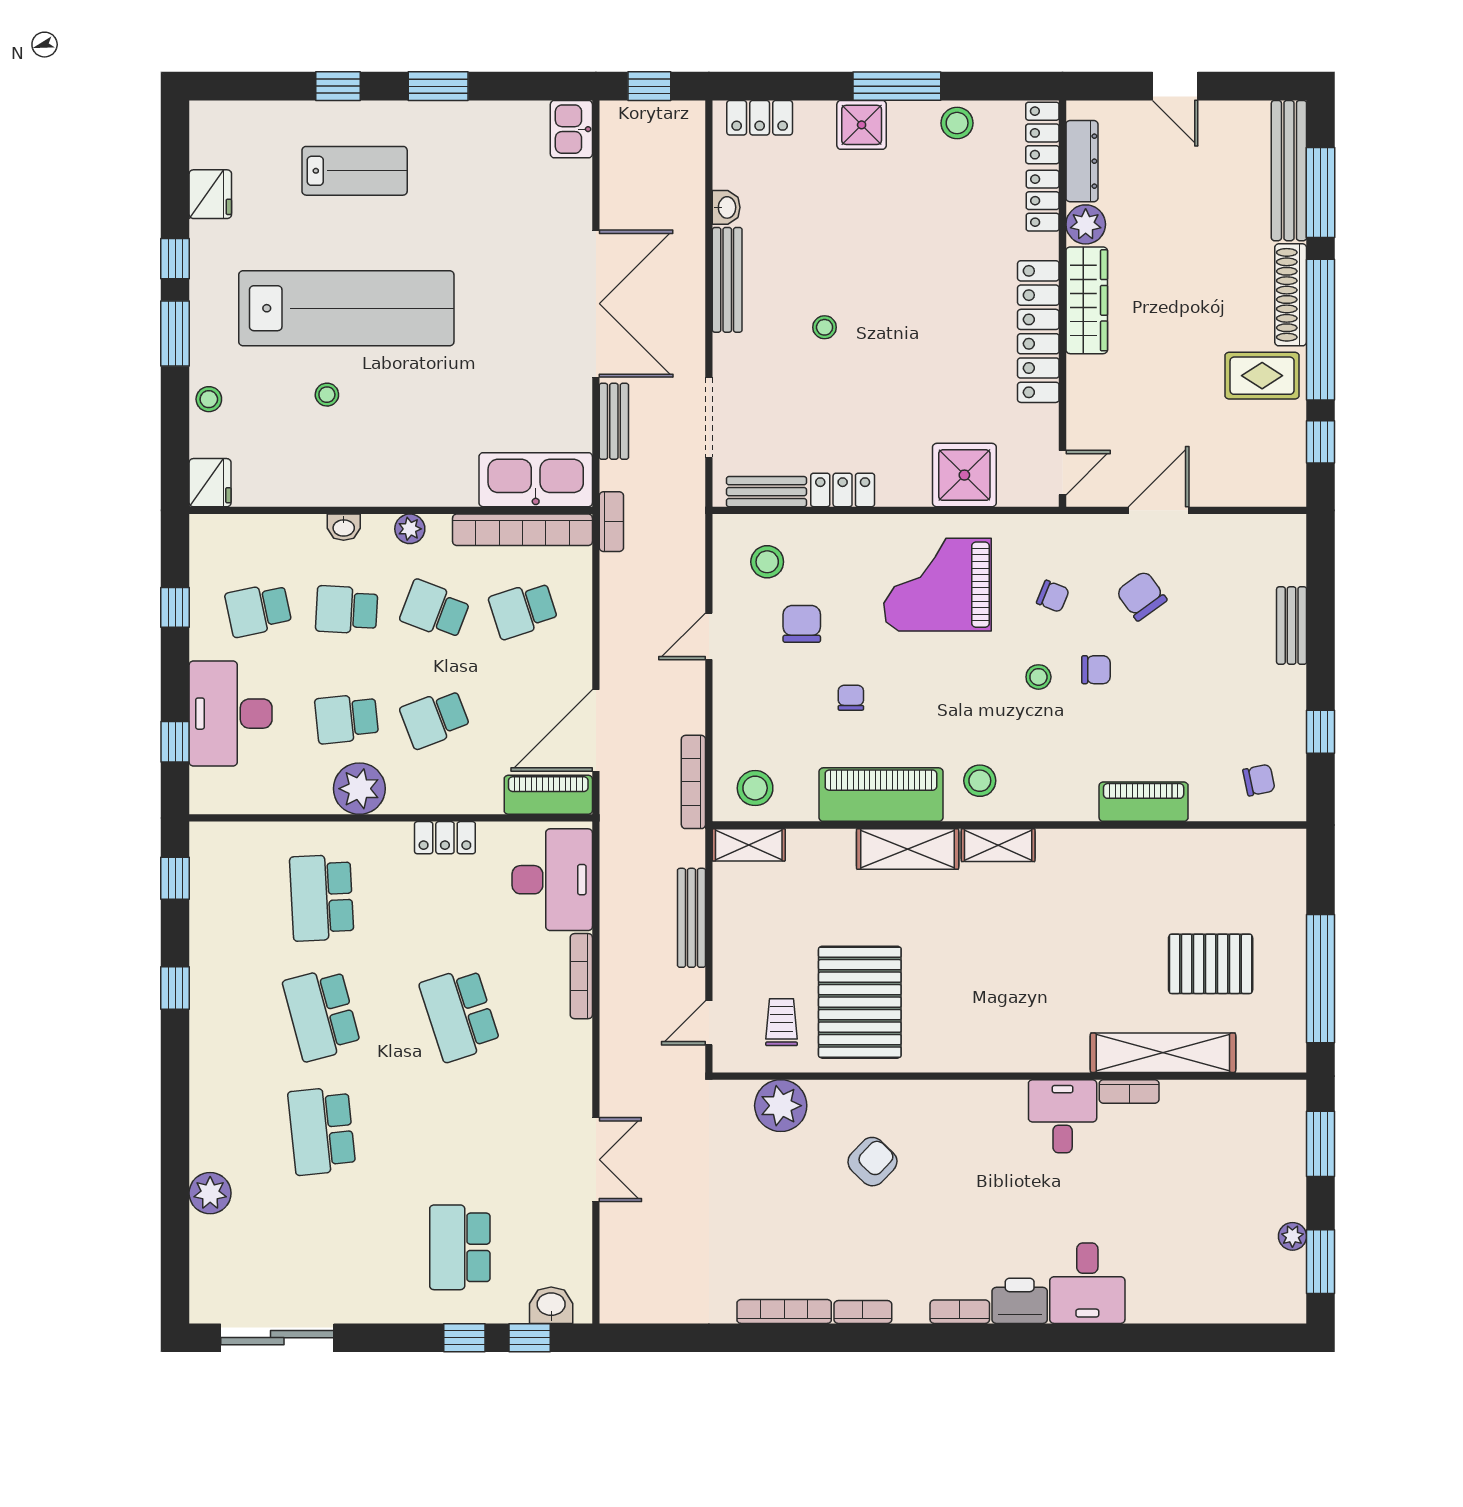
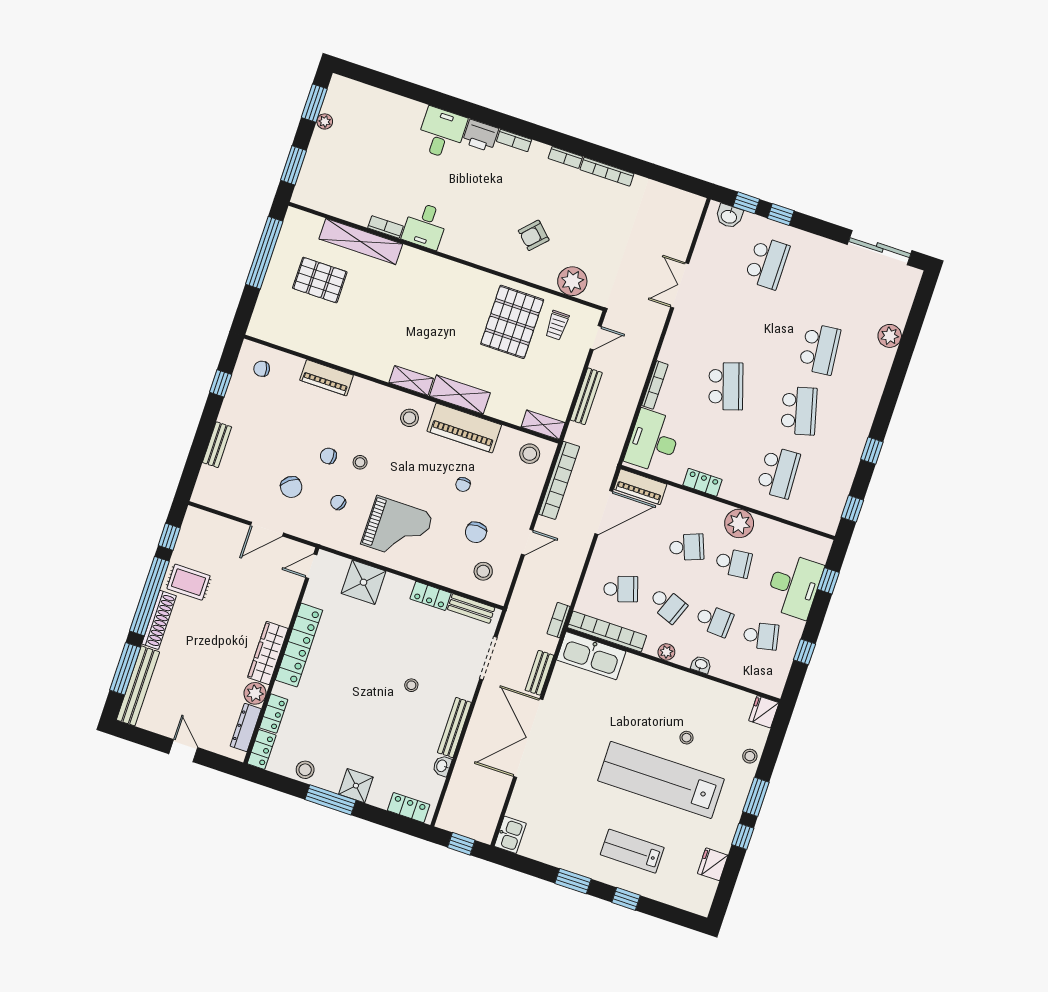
bookcase: (693, 782) -> (559, 480), width x1.48, depth x1.31

